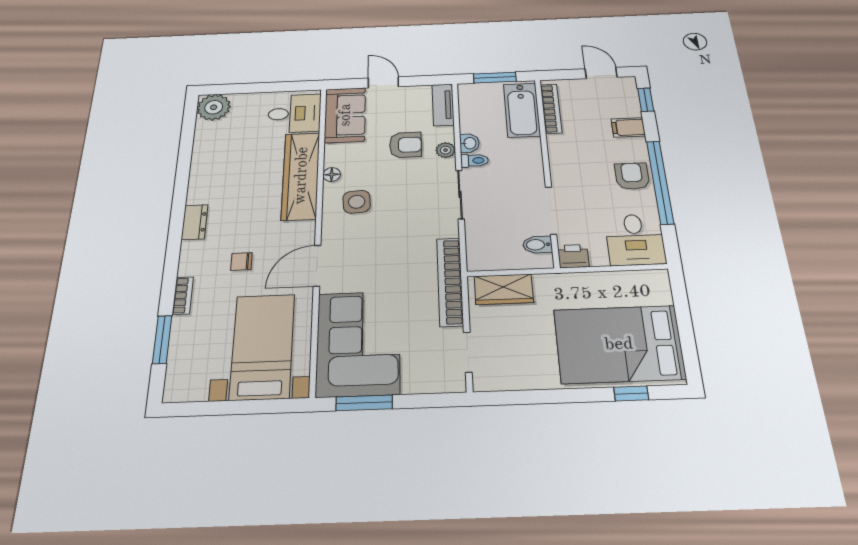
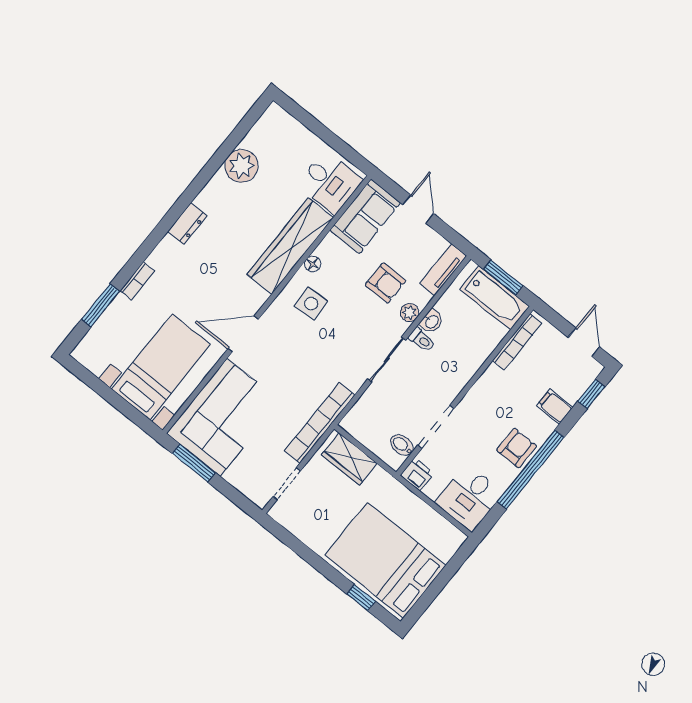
plant: (214, 107) -> (241, 166), moved
bathtub: (522, 110) -> (495, 298), moved, turned -90
chair: (241, 262) -> (195, 286), removed

